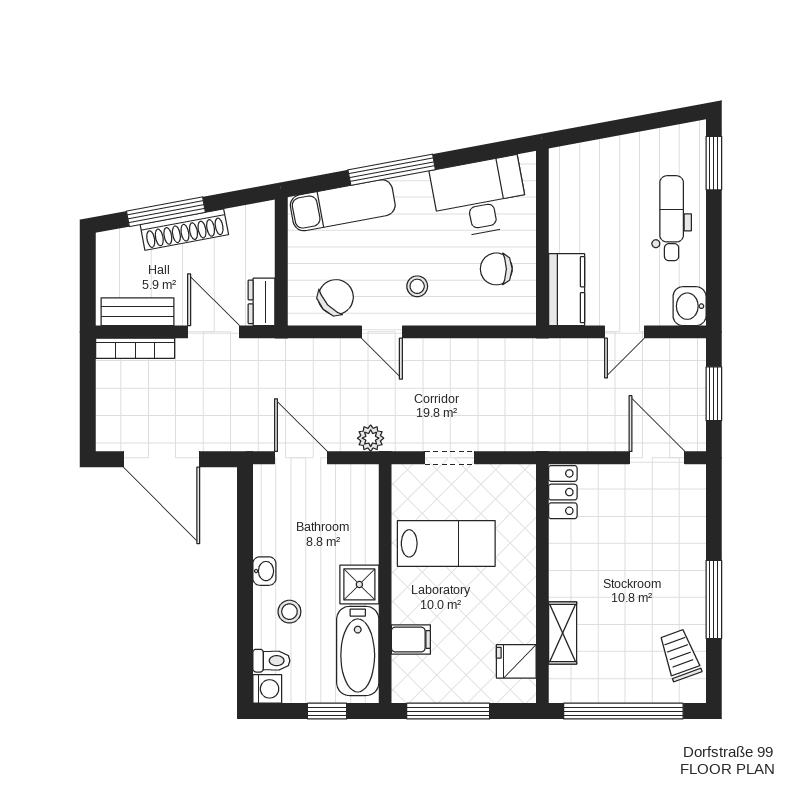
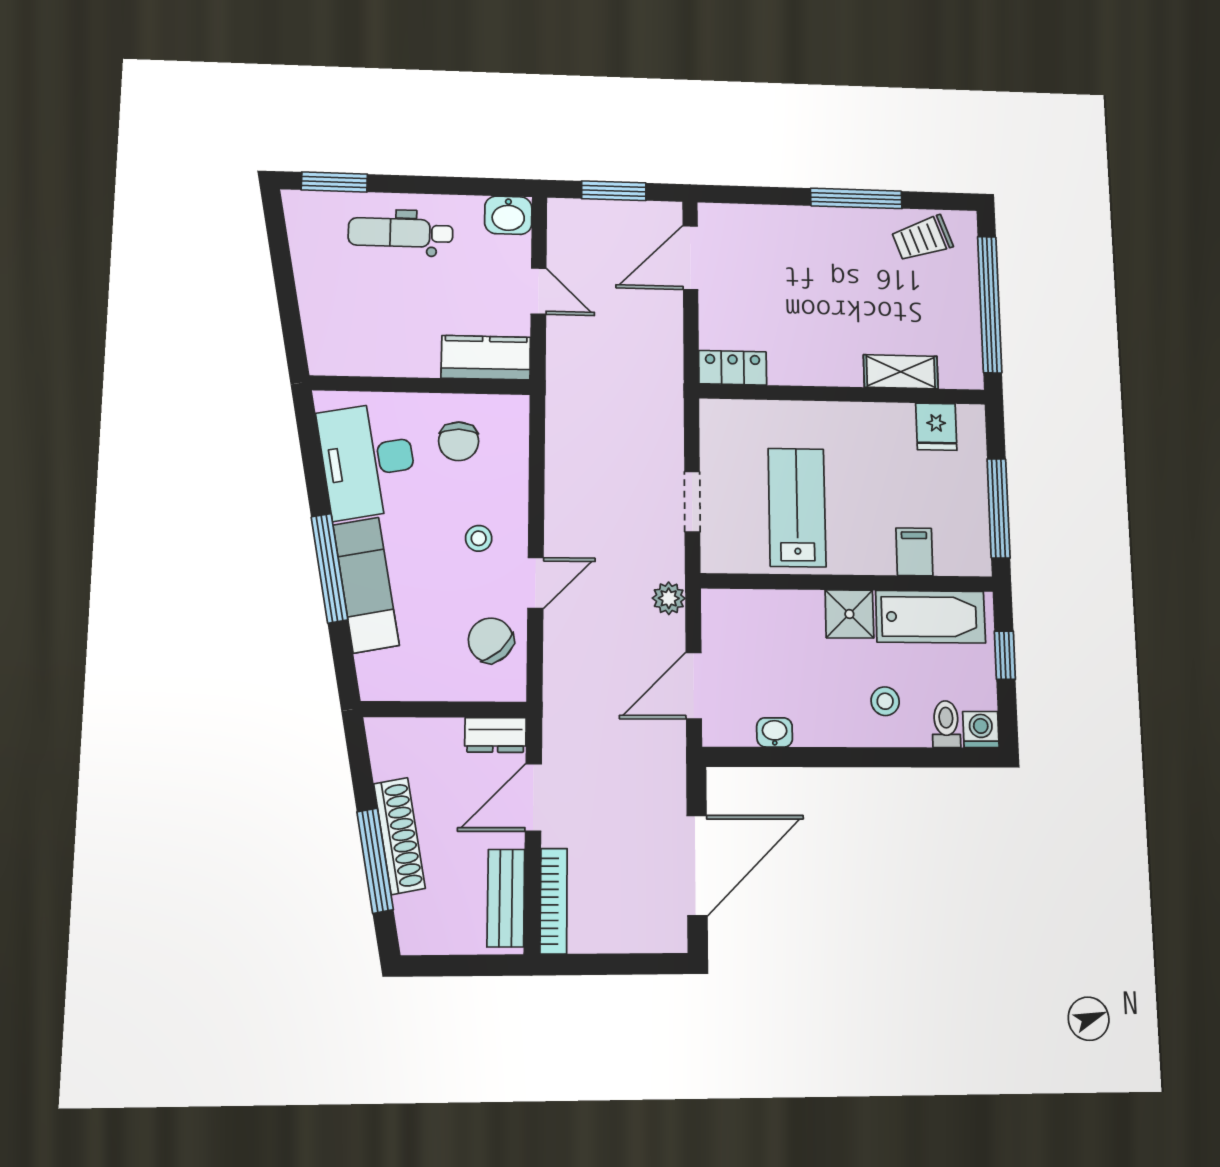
exam couch: (343, 205) -> (366, 585), moved
washbasin: (264, 571) -> (775, 732), moved

